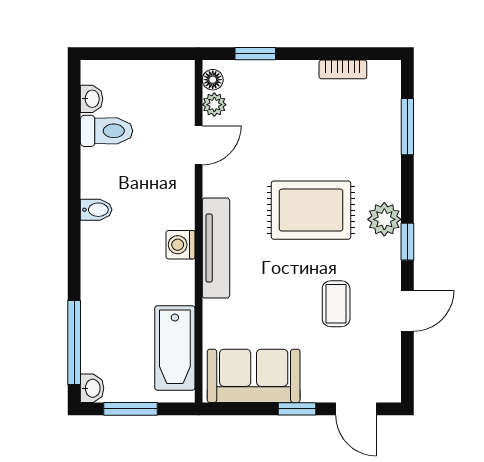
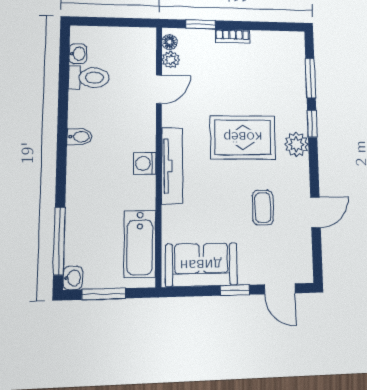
bookcase: (343, 69) -> (233, 36), moved
window: (407, 242) -> (312, 124), moved

